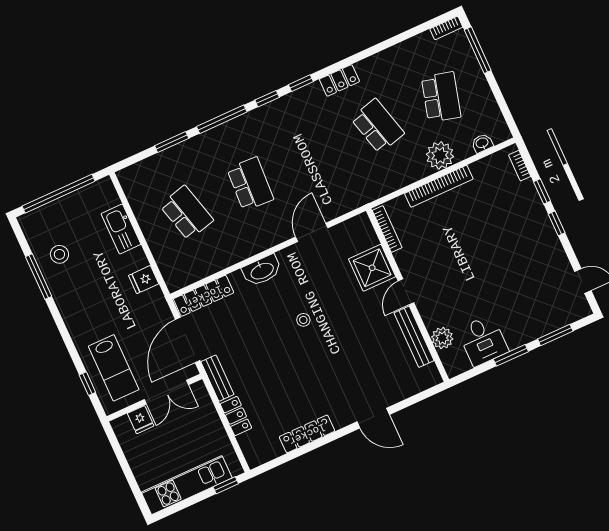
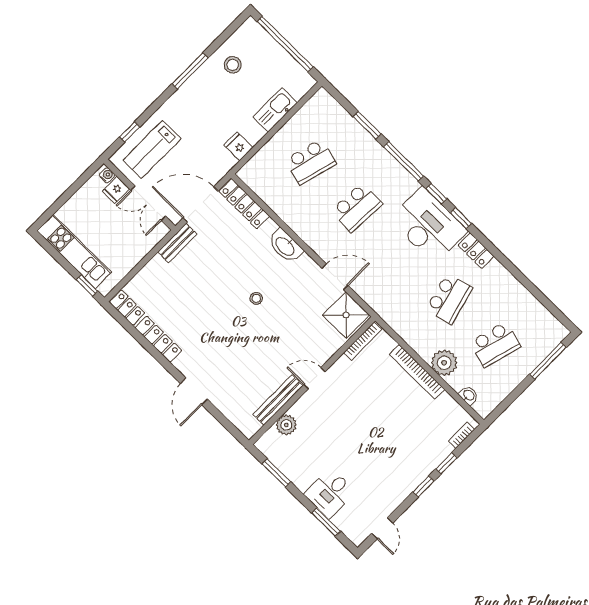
bookcase: (446, 28) -> (557, 326), removed
desk: (296, 119) -> (428, 225), added
school desk: (187, 213) -> (311, 162), turned 30
shower: (372, 268) -> (346, 315), moved
window: (39, 277) -> (190, 71), moved
desk: (483, 340) -> (330, 493), moved
window: (511, 355) -> (276, 473), moved
locker: (236, 416) -> (127, 308), moved, turned -90
water cooler: (122, 423) -> (107, 175), added

